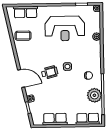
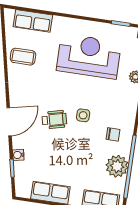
reception desk: (65, 28) -> (89, 56), turned 180
door: (21, 79) -> (9, 122), hinge flipped

